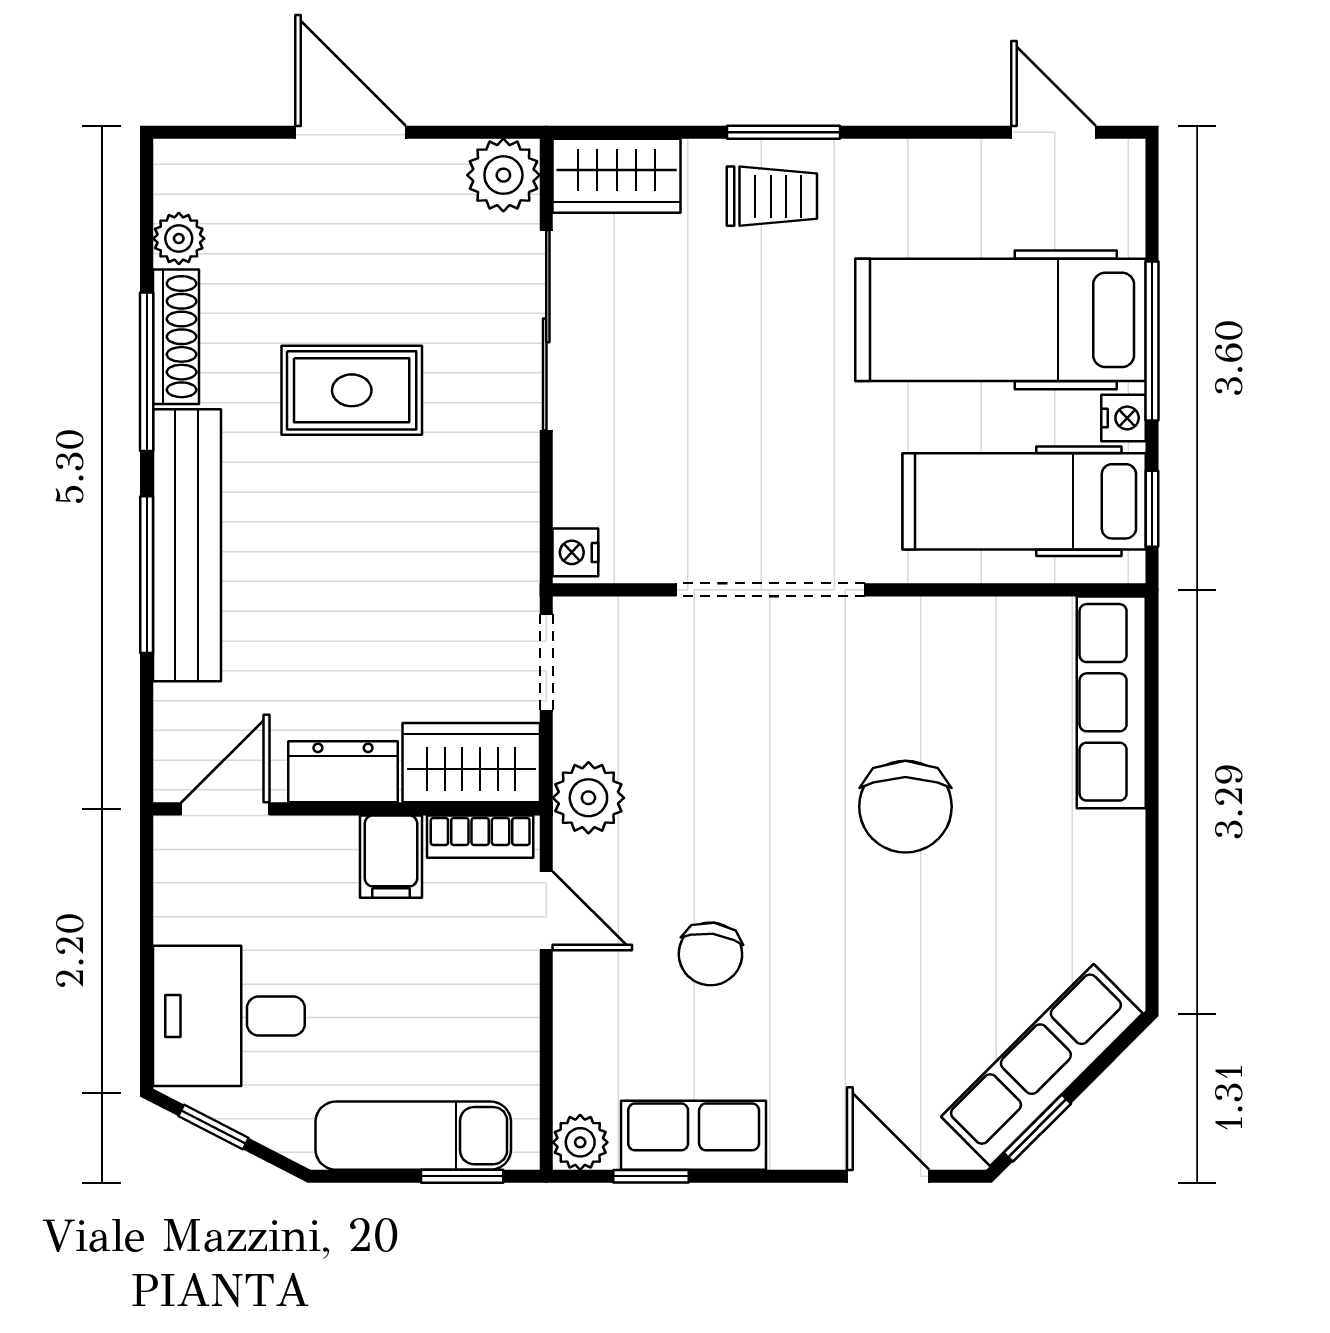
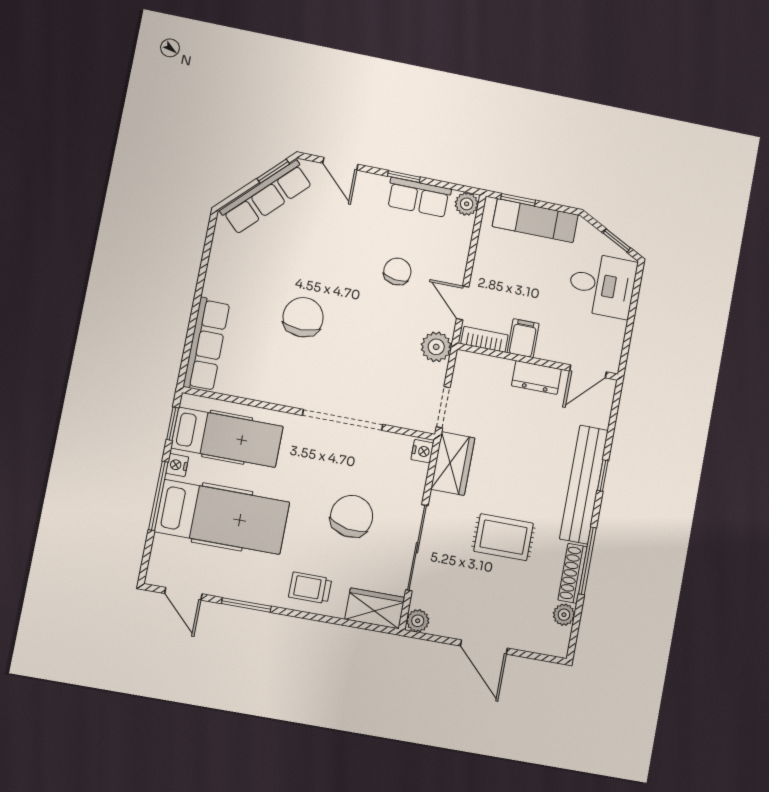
window: (784, 132) -> (246, 605), moved
plant: (503, 175) -> (418, 621), width x0.73, depth x0.73
chair: (709, 375) -> (352, 516), added
window: (147, 575) -> (603, 475), width x0.46
wardrobe: (471, 763) -> (453, 464), moved, turned -90
window: (651, 1176) -> (404, 177), moved

